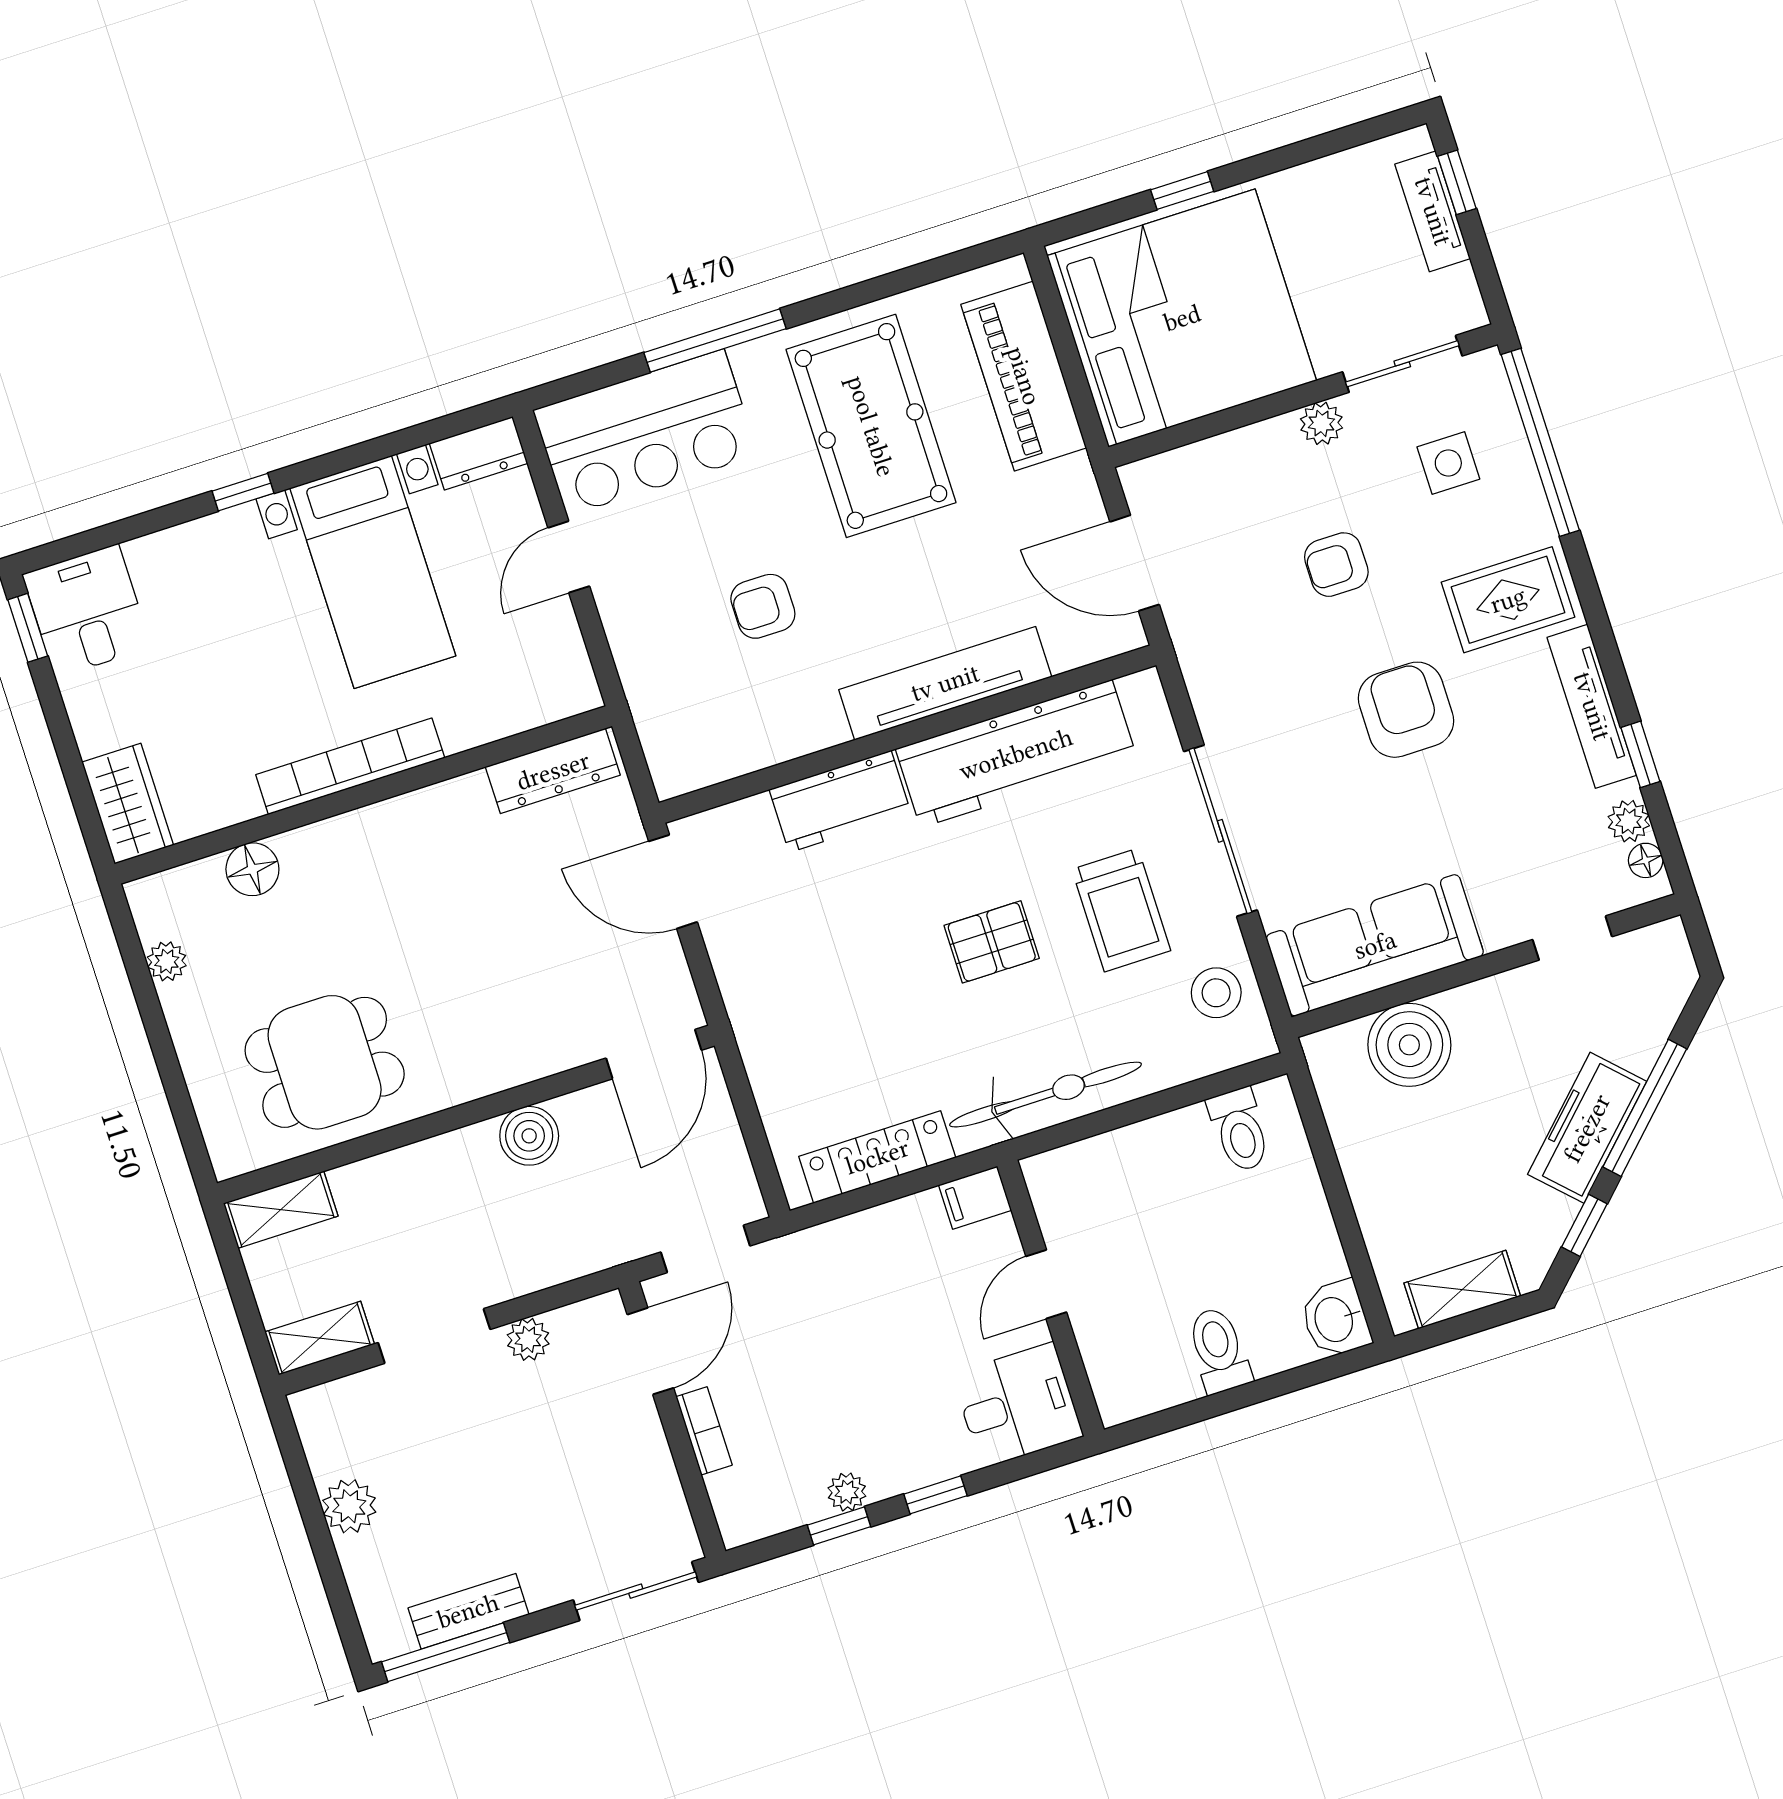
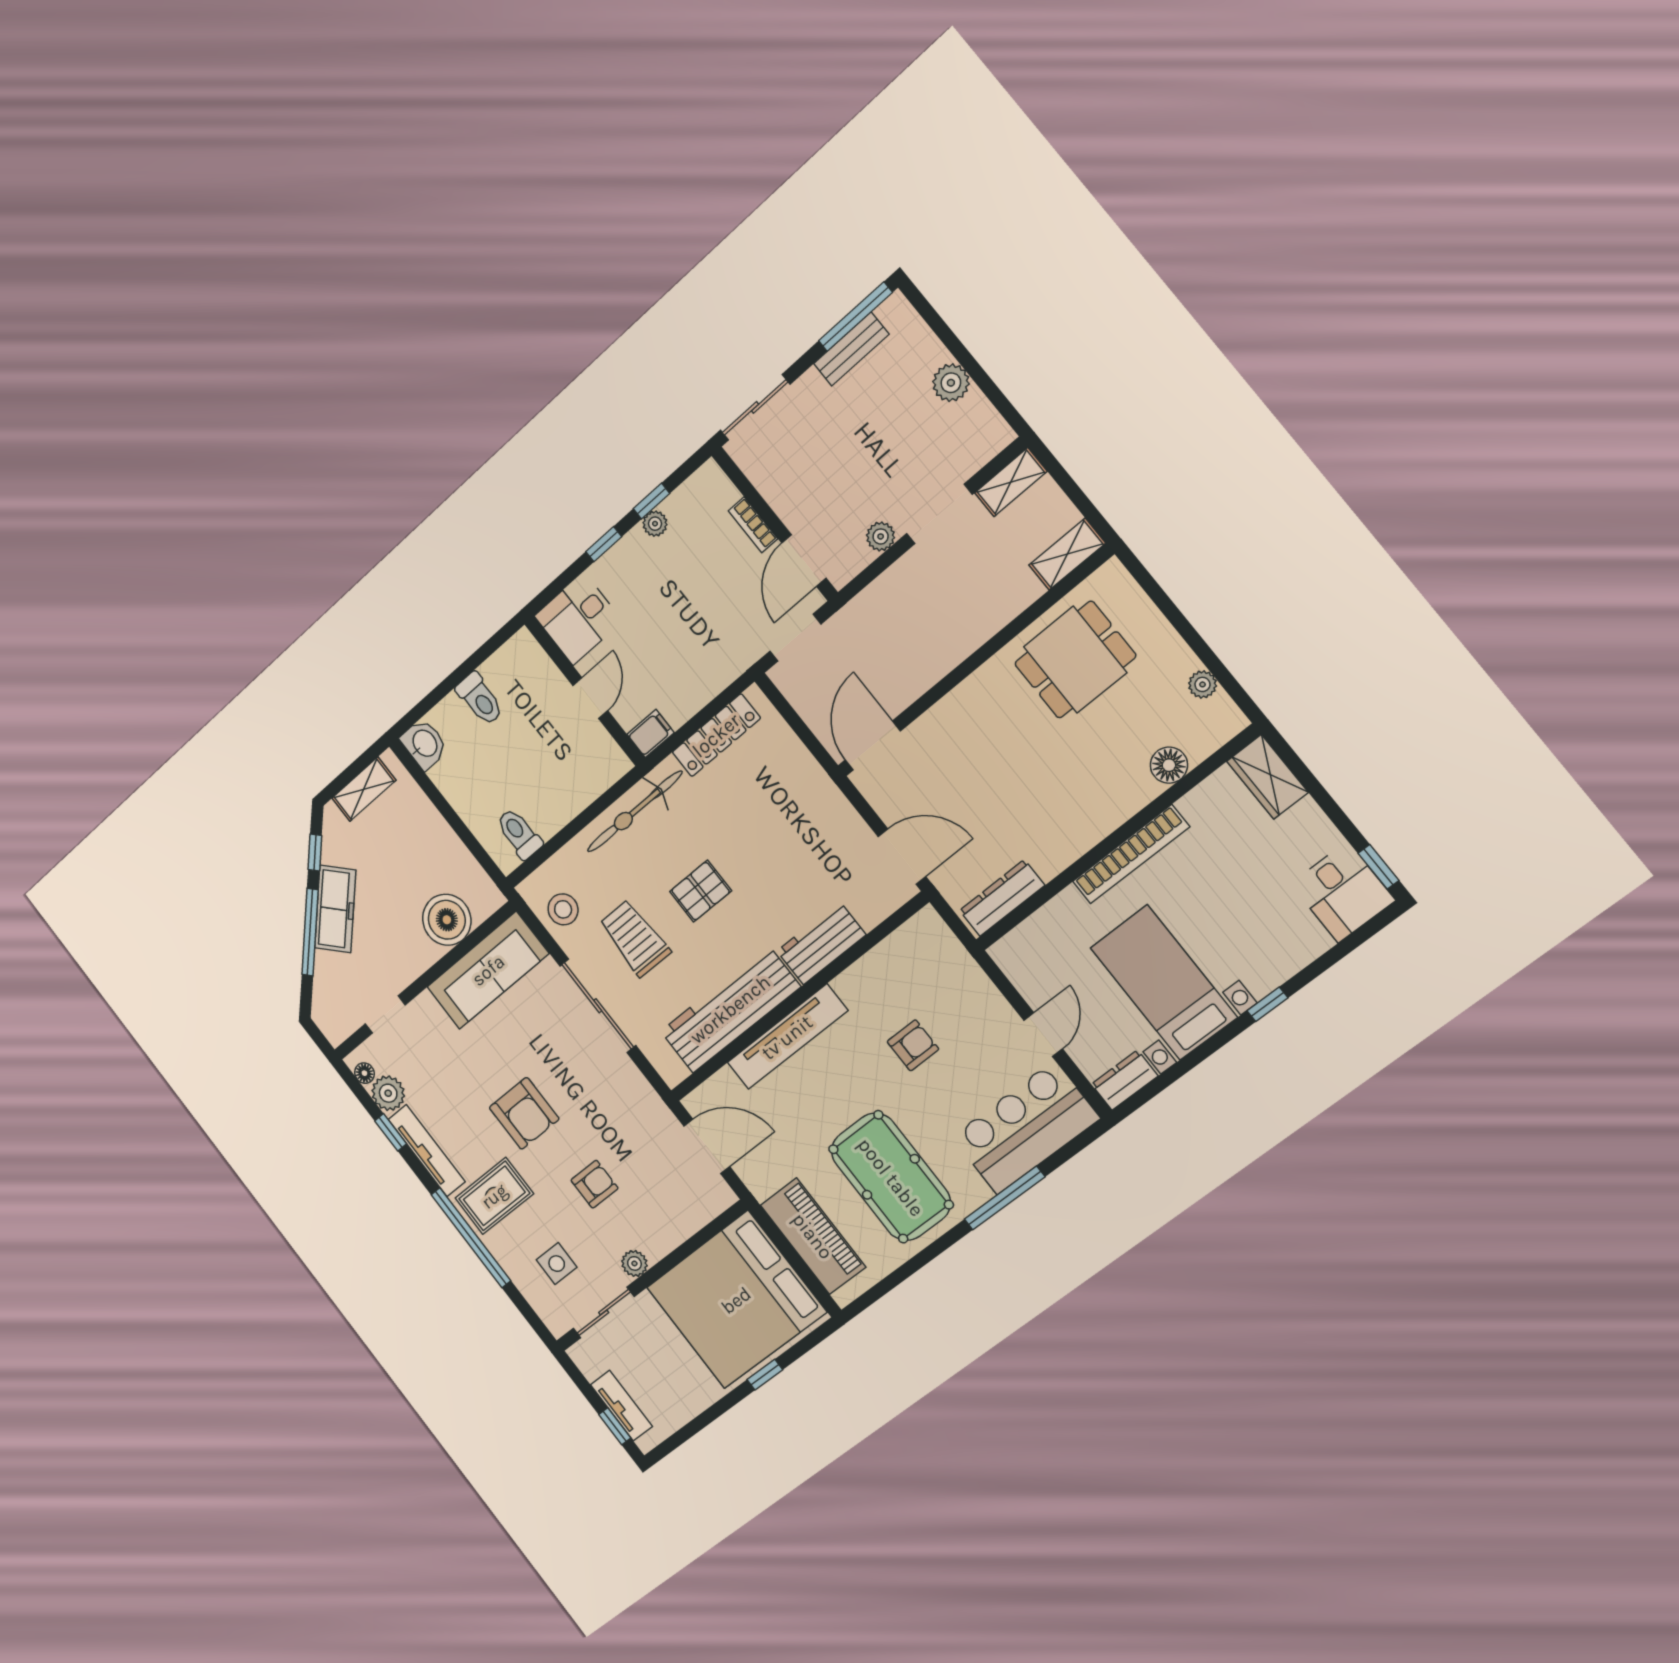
window: (1540, 442) -> (471, 1238), moved
plant: (1629, 821) -> (388, 1093), width x1.38, depth x1.38
boiler: (529, 1136) -> (929, 664), removed

